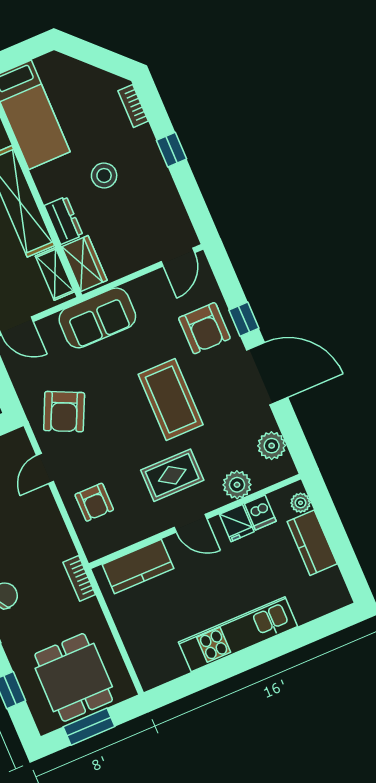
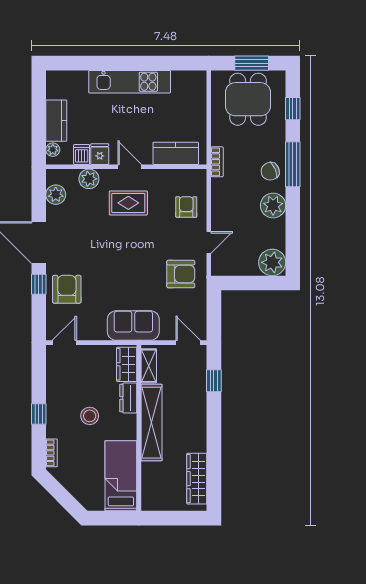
coffee table: (171, 399) -> (108, 252), removed
armchair: (64, 412) -> (181, 274), turned 65

